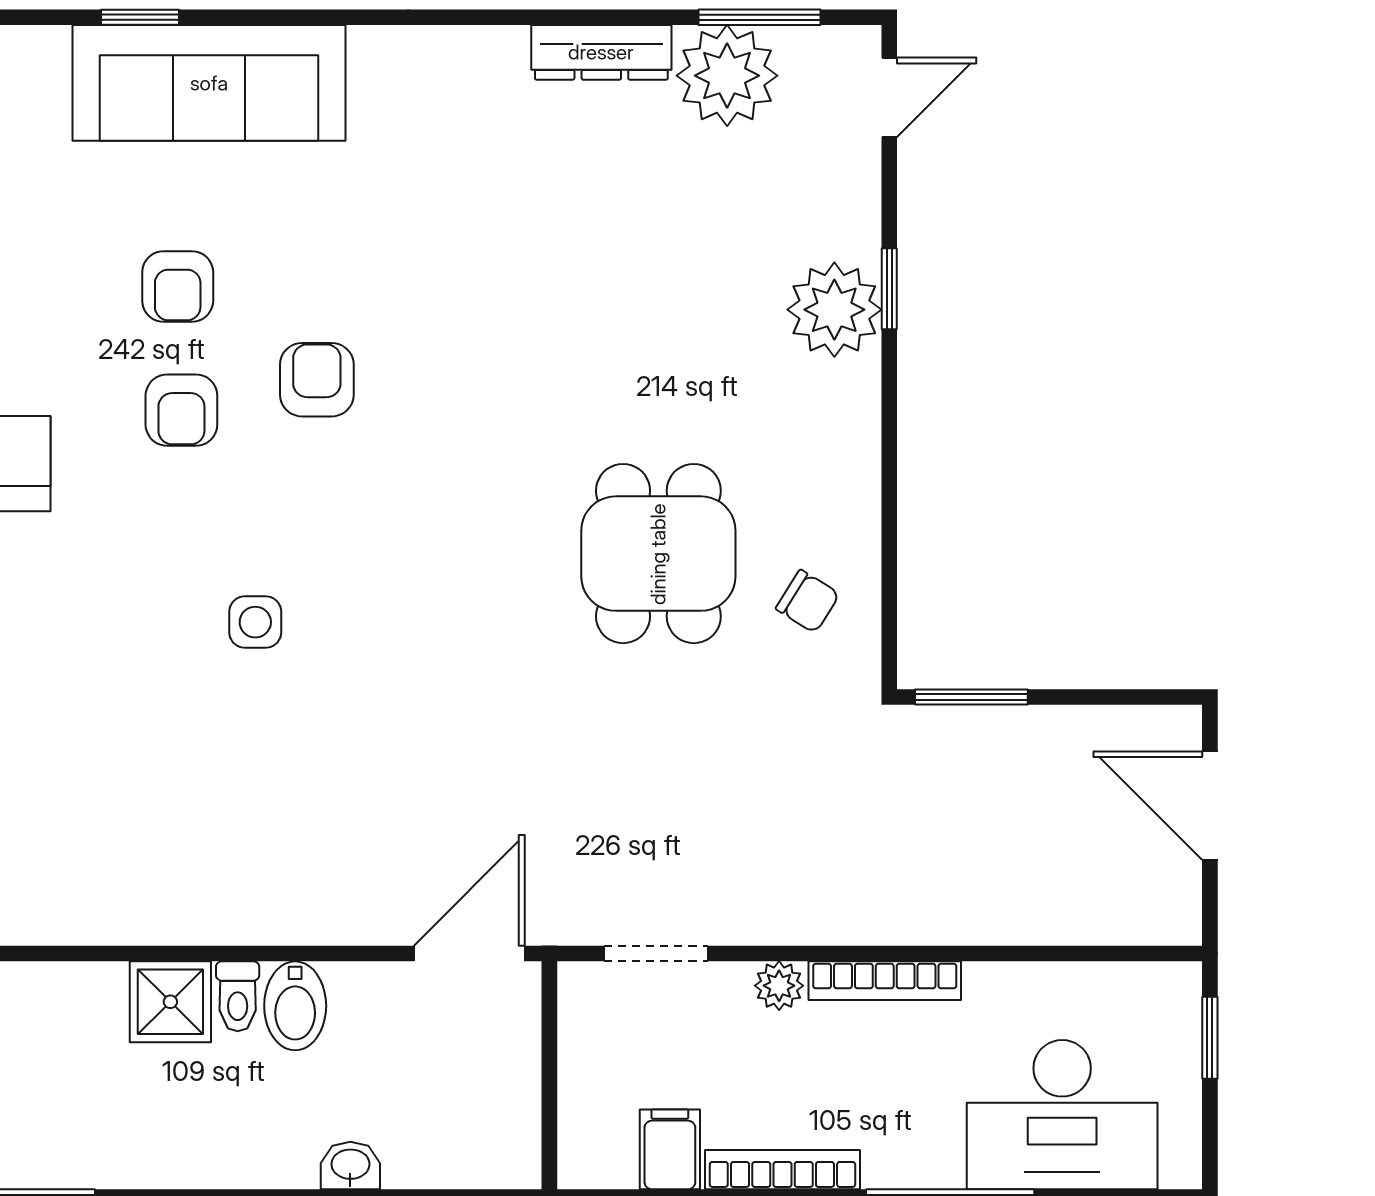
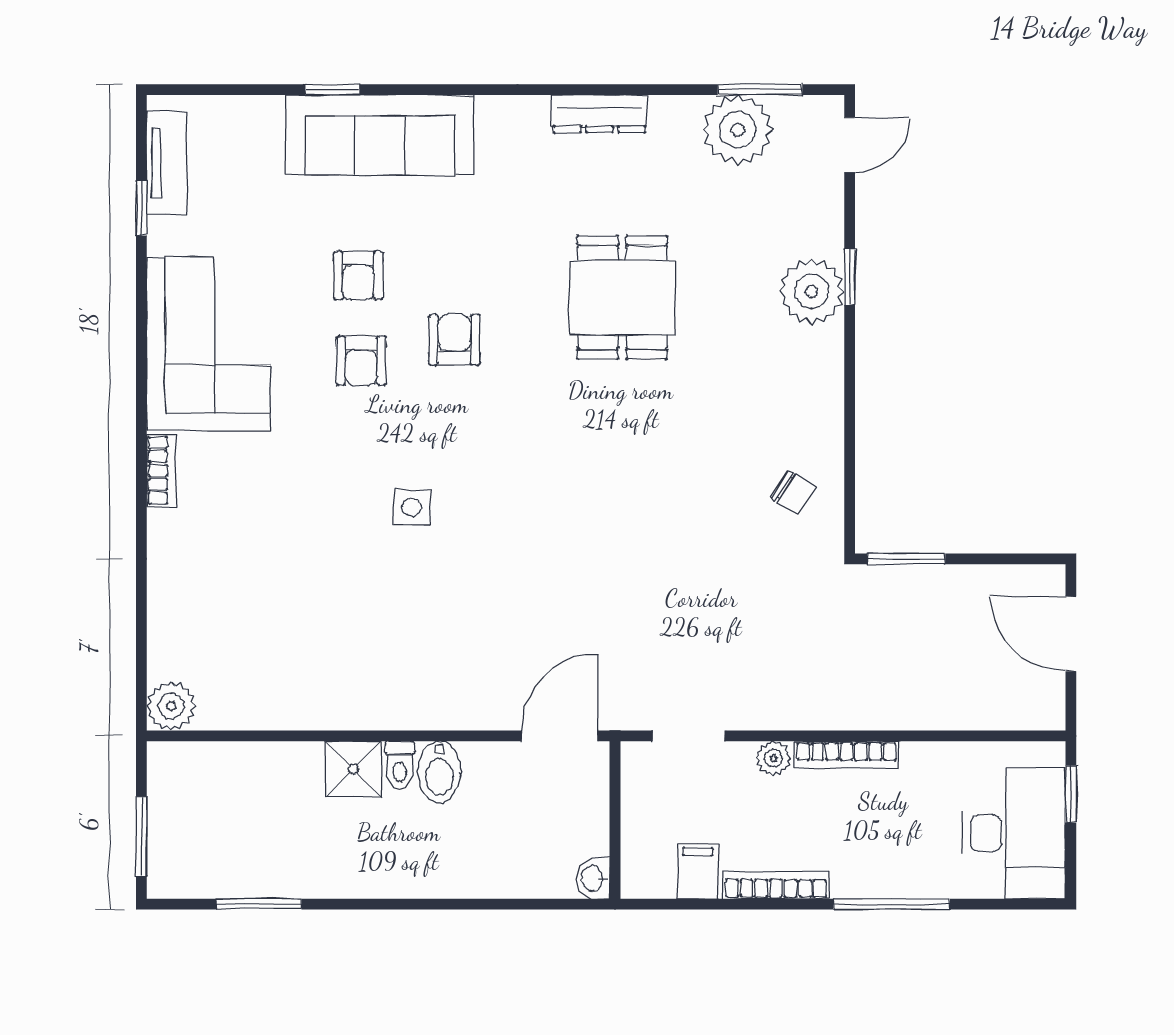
dresser: (601, 52) -> (599, 114), moved
dining table: (658, 554) -> (622, 297), moved
desk: (1062, 1115) -> (1014, 833), moved, turned -90
washbasin: (350, 1166) -> (593, 878), moved, turned -90

